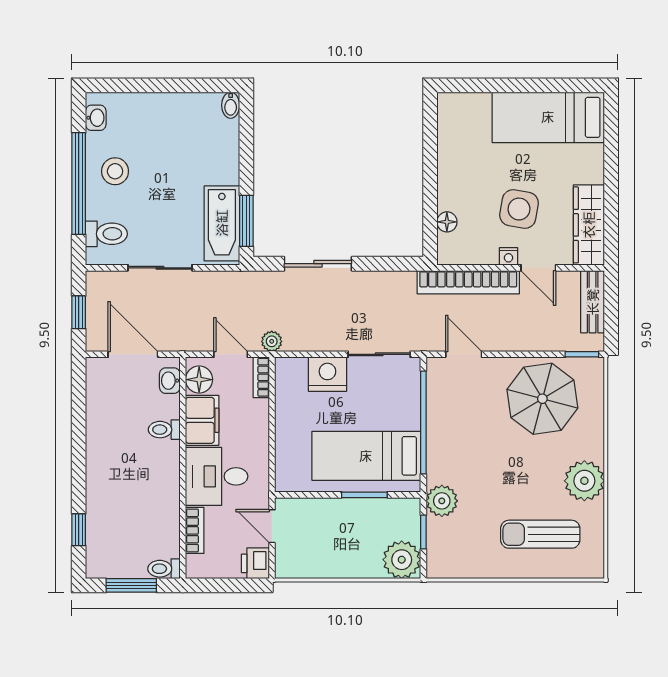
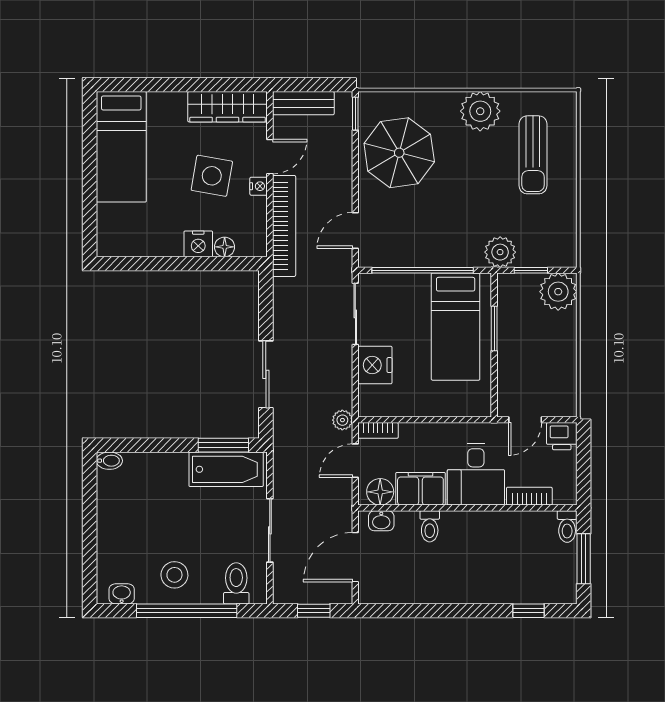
nightstand: (450, 195) -> (198, 244), added

